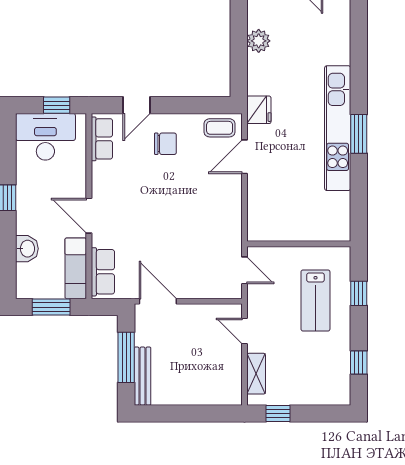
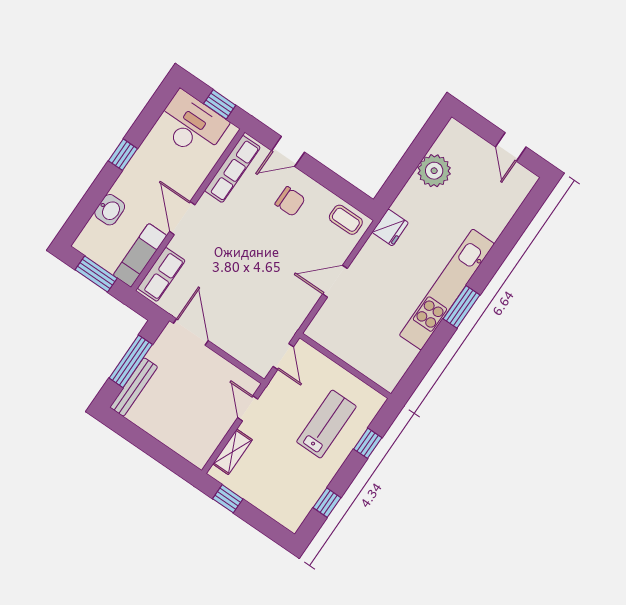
plant: (259, 41) -> (434, 171), width x1.36, depth x1.36
row of seats: (102, 139) -> (232, 169), width x1.48
door: (244, 157) -> (335, 281), moved
lab bench: (315, 300) -> (326, 424), turned 180

